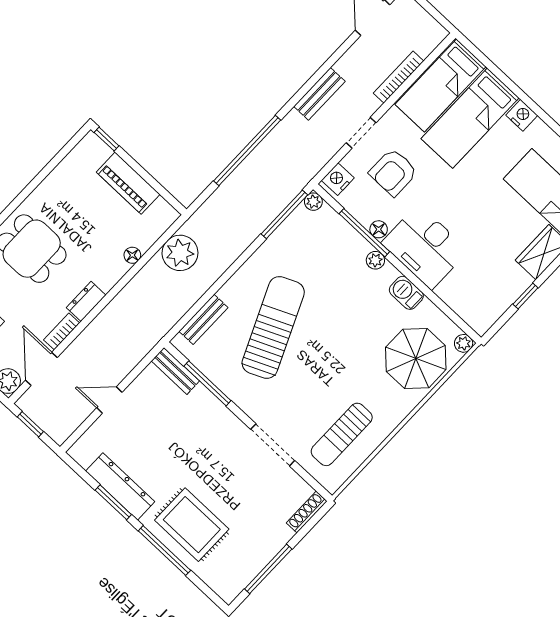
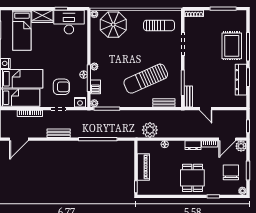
desk: (425, 247) -> (69, 22), moved, turned -90
barbecue: (406, 293) -> (95, 87), moved
door: (109, 400) -> (206, 109), moved

